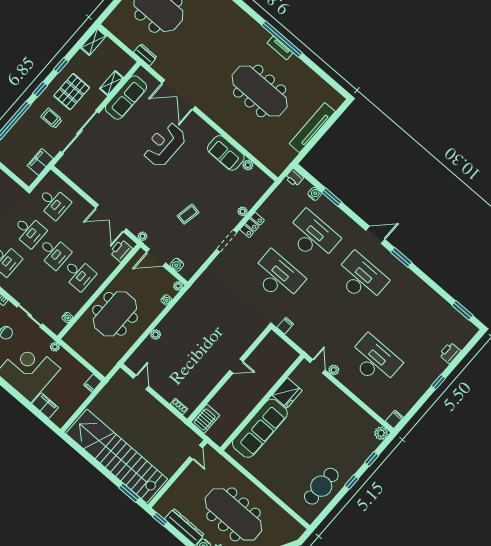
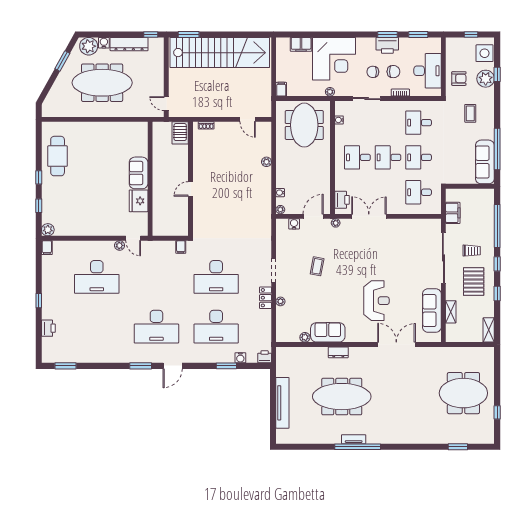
dresser: (145, 55) -> (338, 352), moved
meeting table: (115, 314) -> (304, 125), moved
sofa: (260, 428) -> (139, 173), width x0.54, depth x0.79

